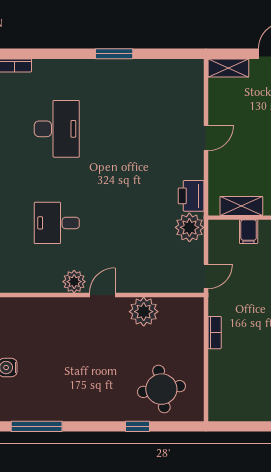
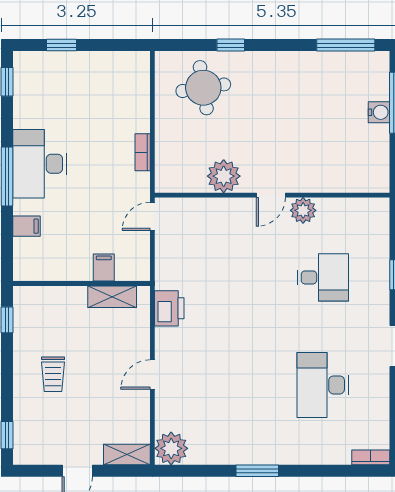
plant: (189, 227) -> (171, 448), moved

